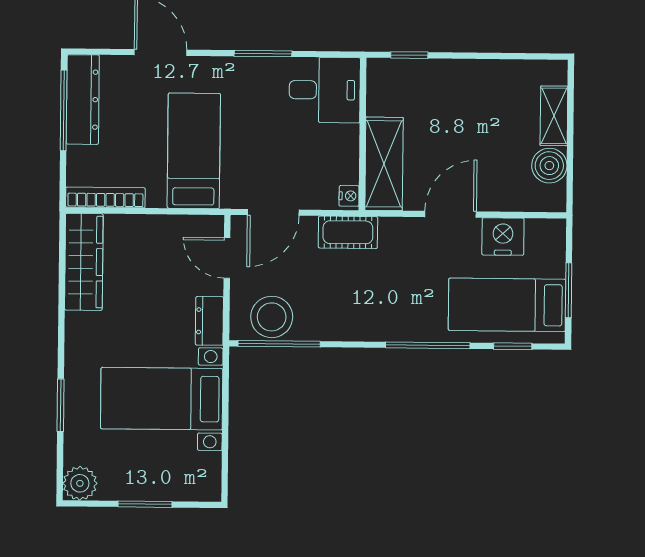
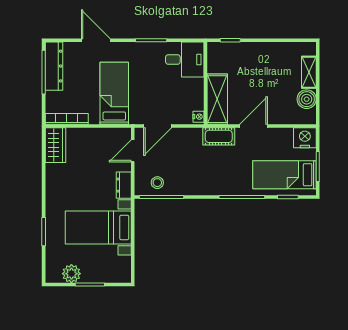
cot: (348, 232) -> (219, 136), moved
nightstand: (503, 237) -> (305, 138), moved
door: (227, 258) -> (133, 151), hinge flipped
wardrobe: (84, 262) -> (55, 145), width x0.67
stool: (272, 317) -> (157, 183), width x0.53, depth x0.53
plant: (80, 483) -> (71, 274), moved

